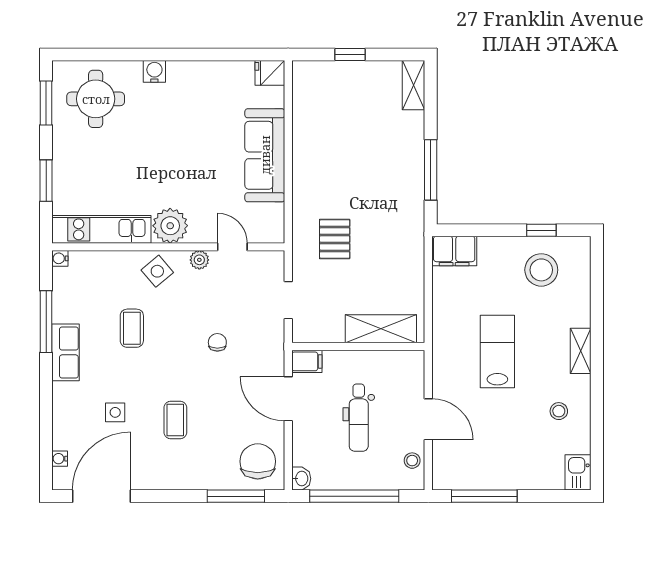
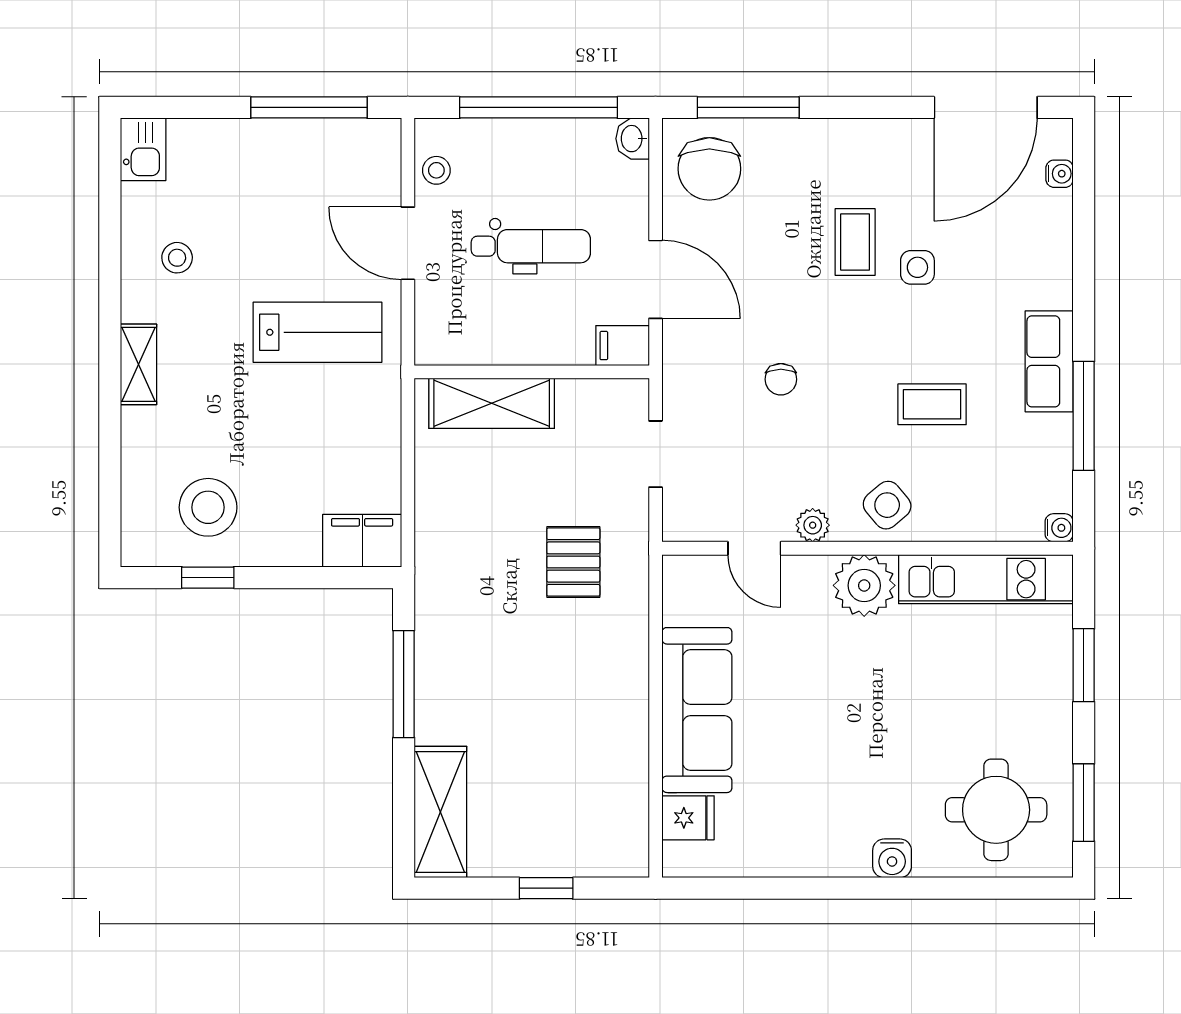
fridge: (270, 73) -> (688, 818), moved
shelving: (414, 85) -> (440, 812), width x1.50, depth x1.33
coffee table: (132, 328) -> (932, 404), turned 90
lab bench: (497, 352) -> (317, 332), moved, turned -90
side table: (115, 412) -> (917, 267), moved
dental chair: (359, 418) -> (531, 246), turned 90

